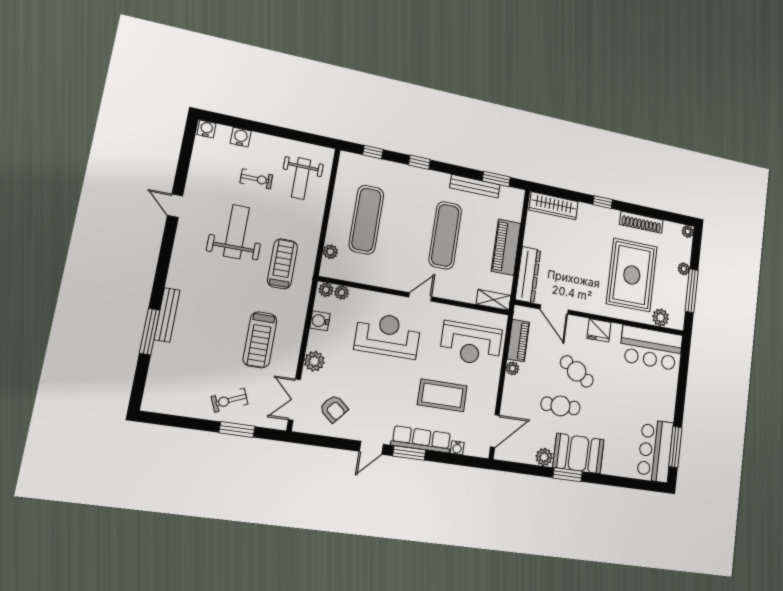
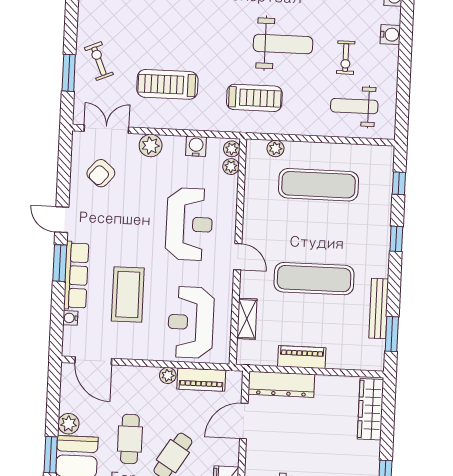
piano: (506, 247) -> (302, 357), width x0.73, depth x0.75
shelving: (494, 300) -> (247, 319), moved

